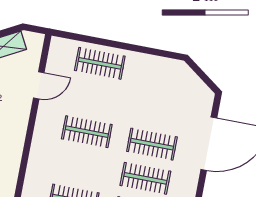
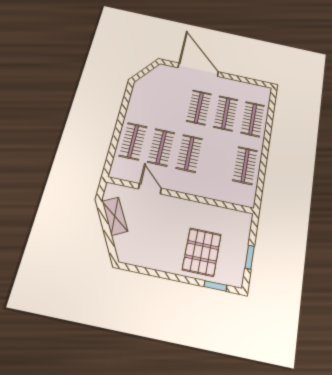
clothes rail: (93, 98) -> (161, 147), added

